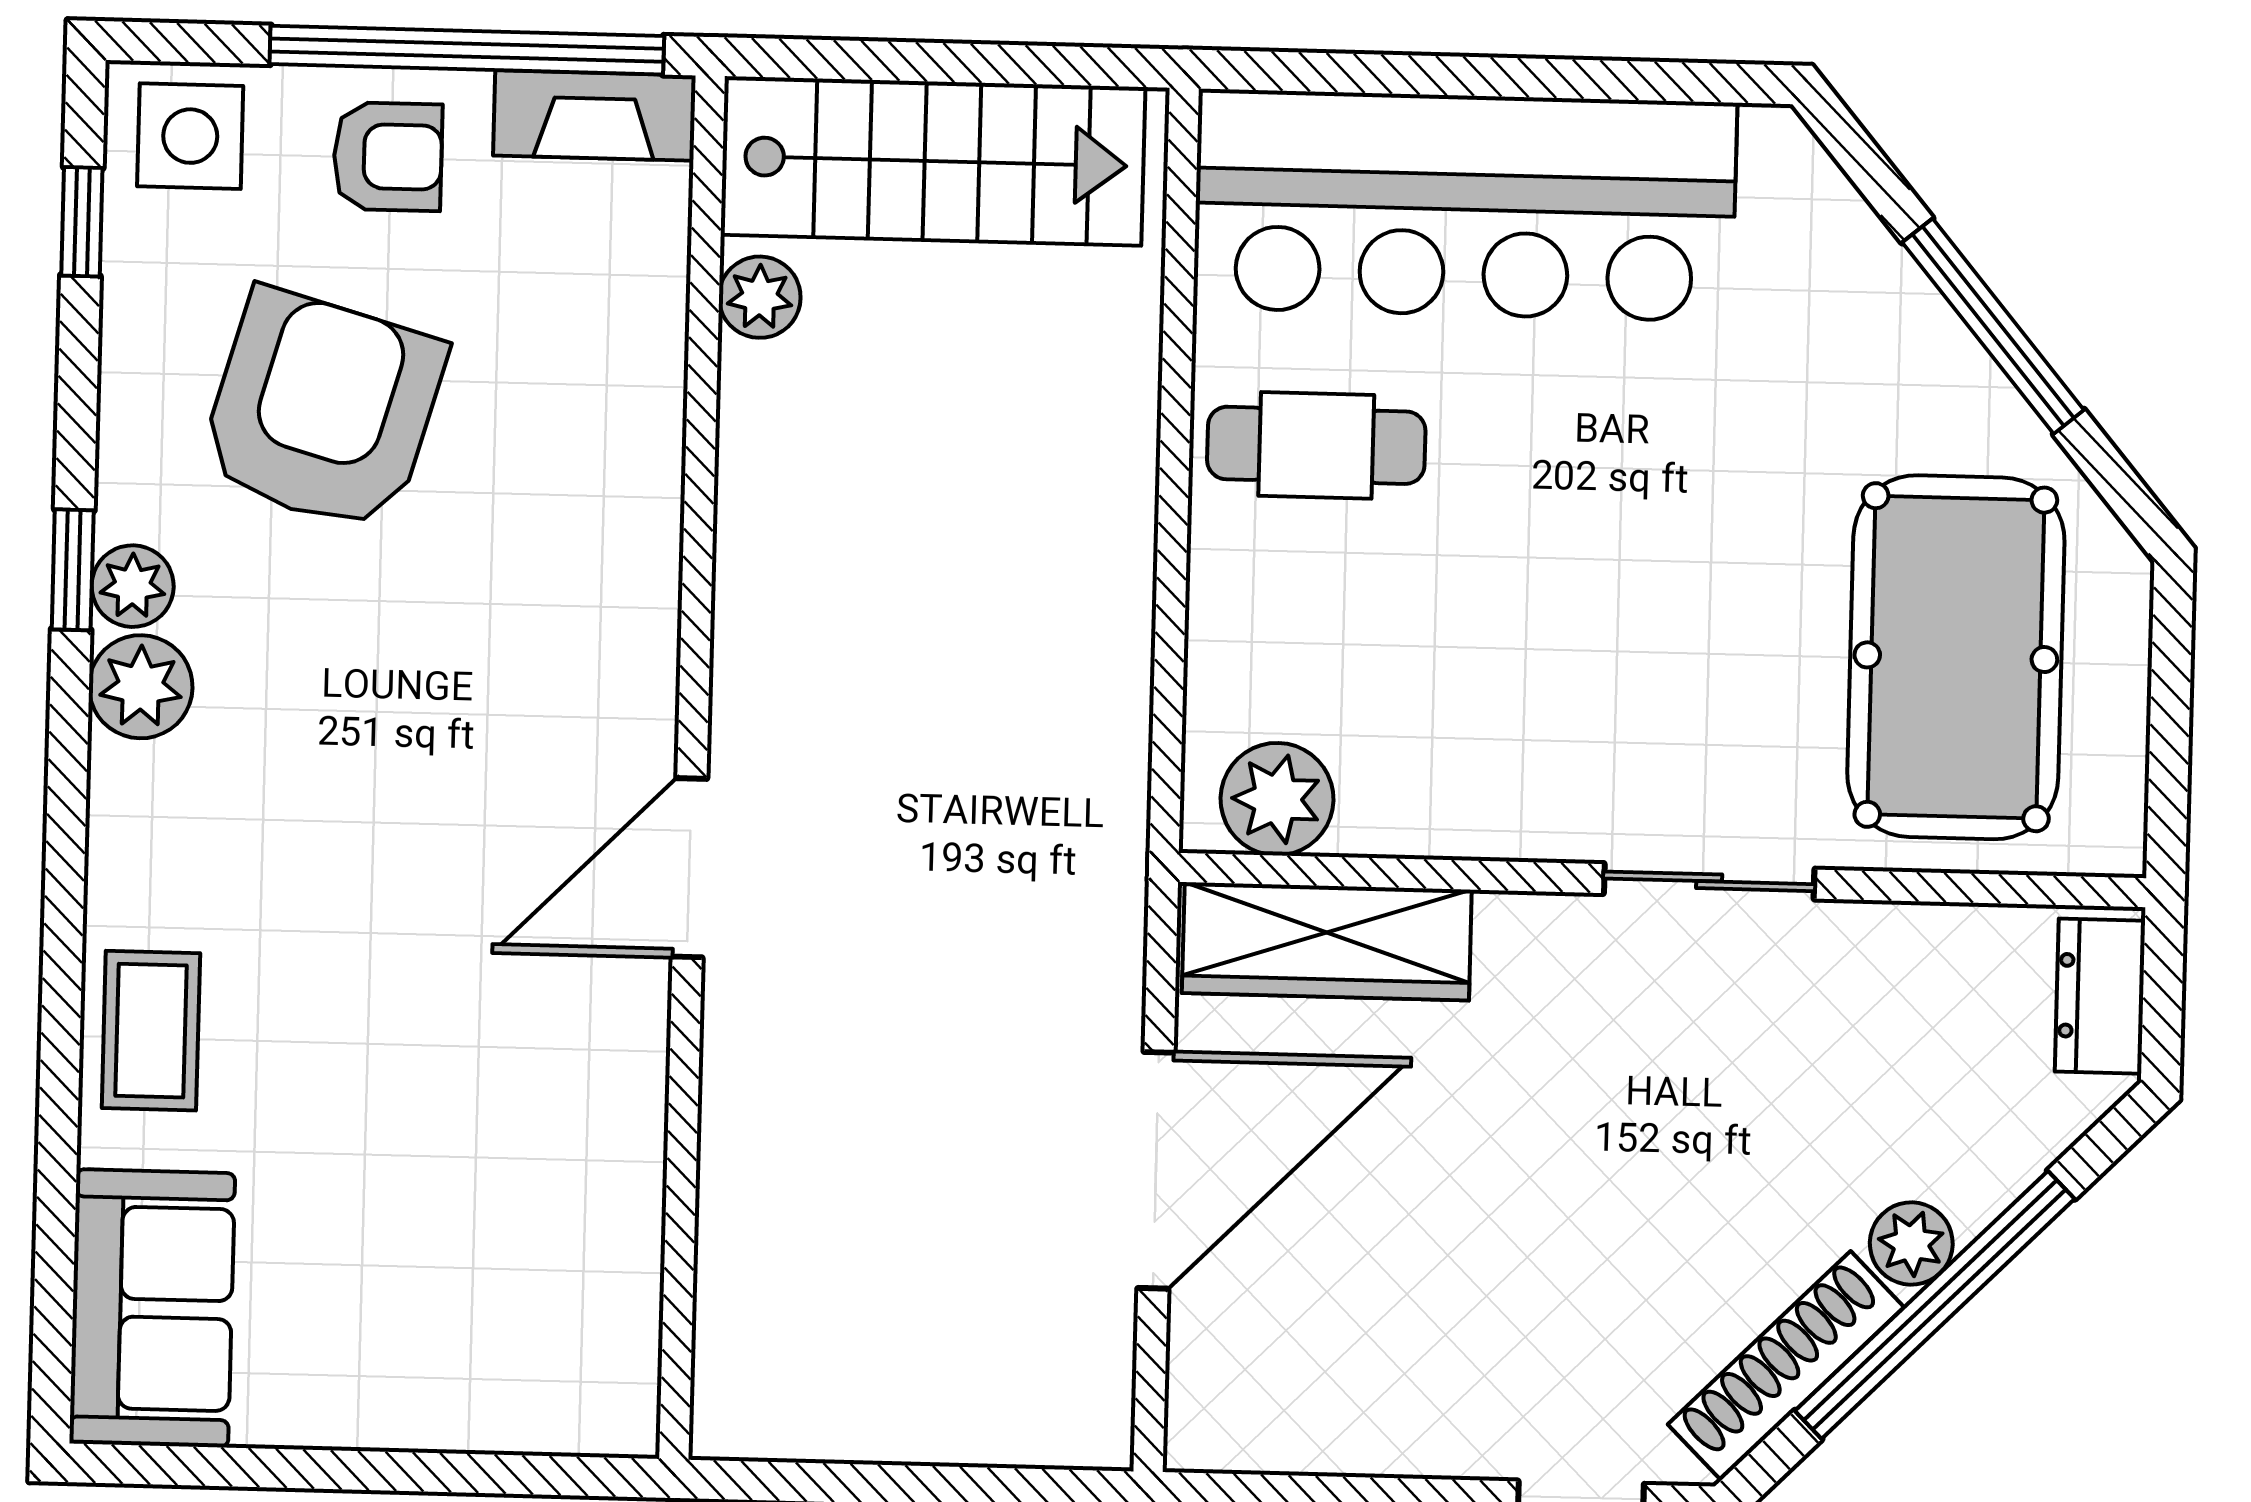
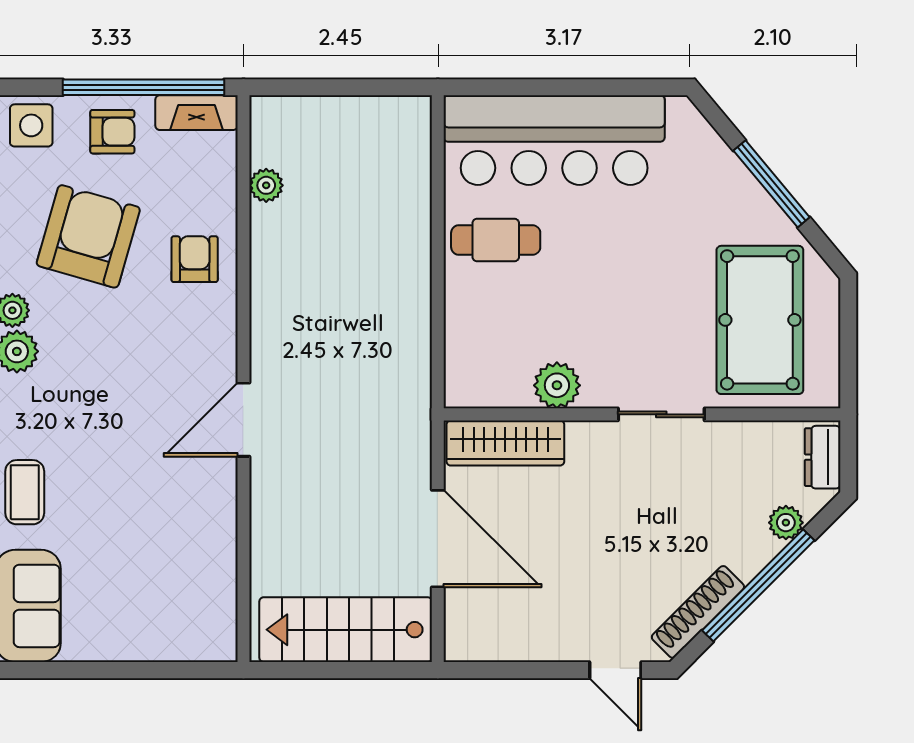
stairs: (933, 161) -> (346, 630), moved, turned 180
armchair: (580, 473) -> (195, 259), added
plant: (1277, 799) -> (557, 385), moved
door: (1156, 1170) -> (438, 539), hinge flipped
plant: (1911, 1243) -> (786, 523), moved

